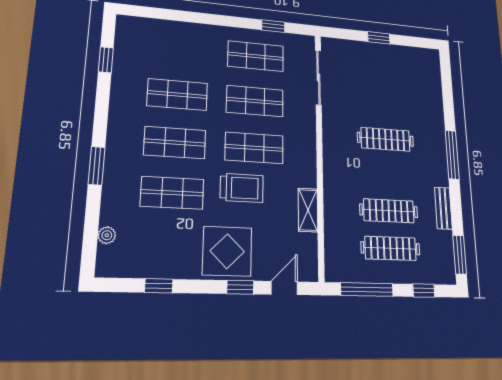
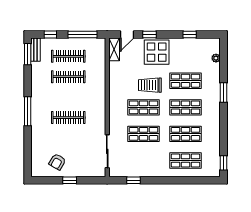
shop shelf: (256, 56) -> (186, 161), moved
window: (106, 60) -> (224, 163), moved
armchair: (400, 69) -> (57, 162), added
bench: (443, 208) -> (36, 50), moved
shelving: (308, 210) -> (114, 49), moved

